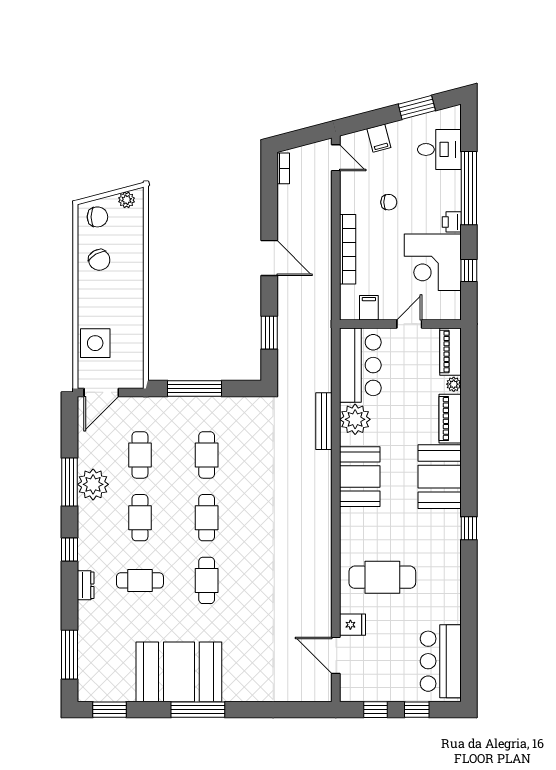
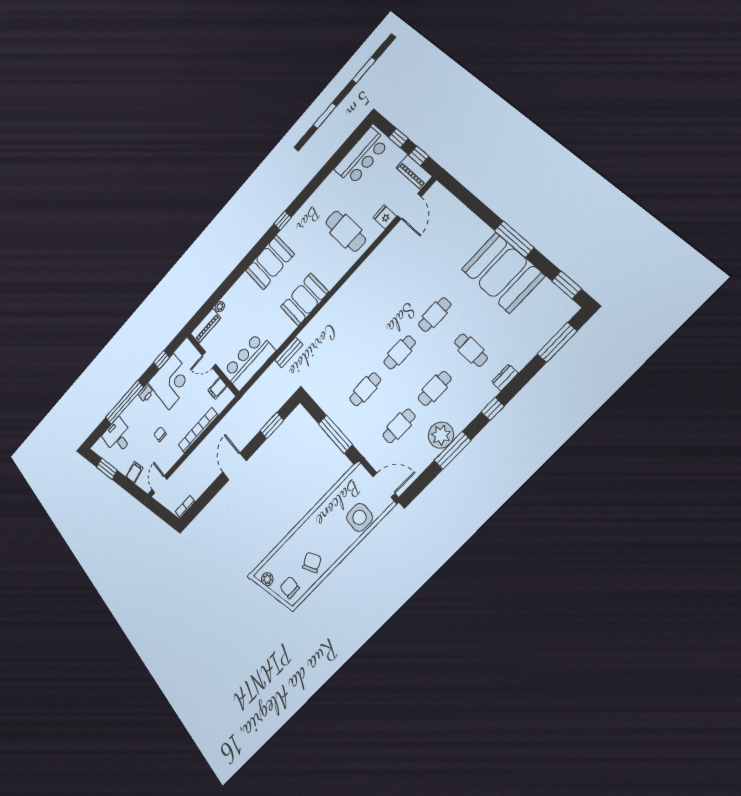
plant: (355, 419) -> (278, 334), removed
piano: (450, 419) -> (414, 172), moved, turned 90
bench: (324, 421) -> (289, 352), width x0.73

